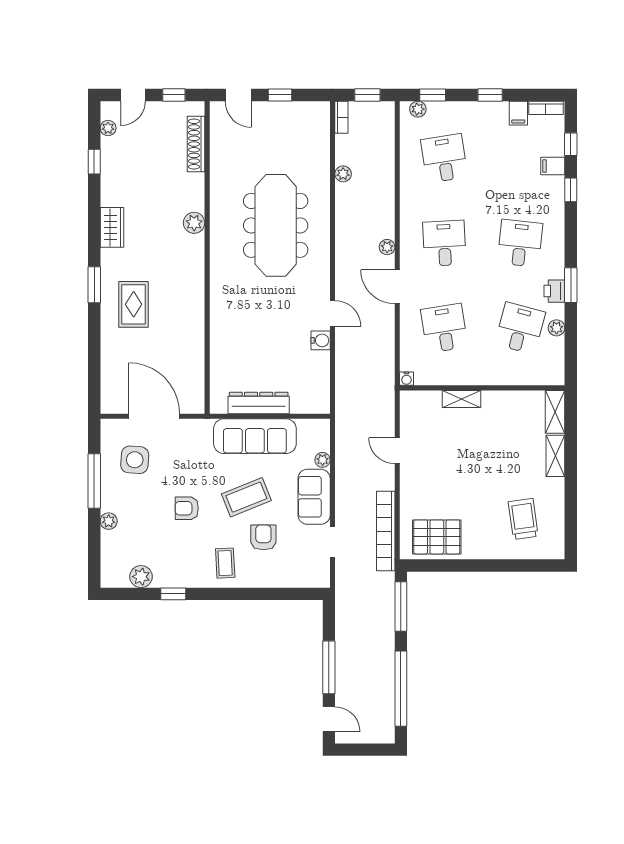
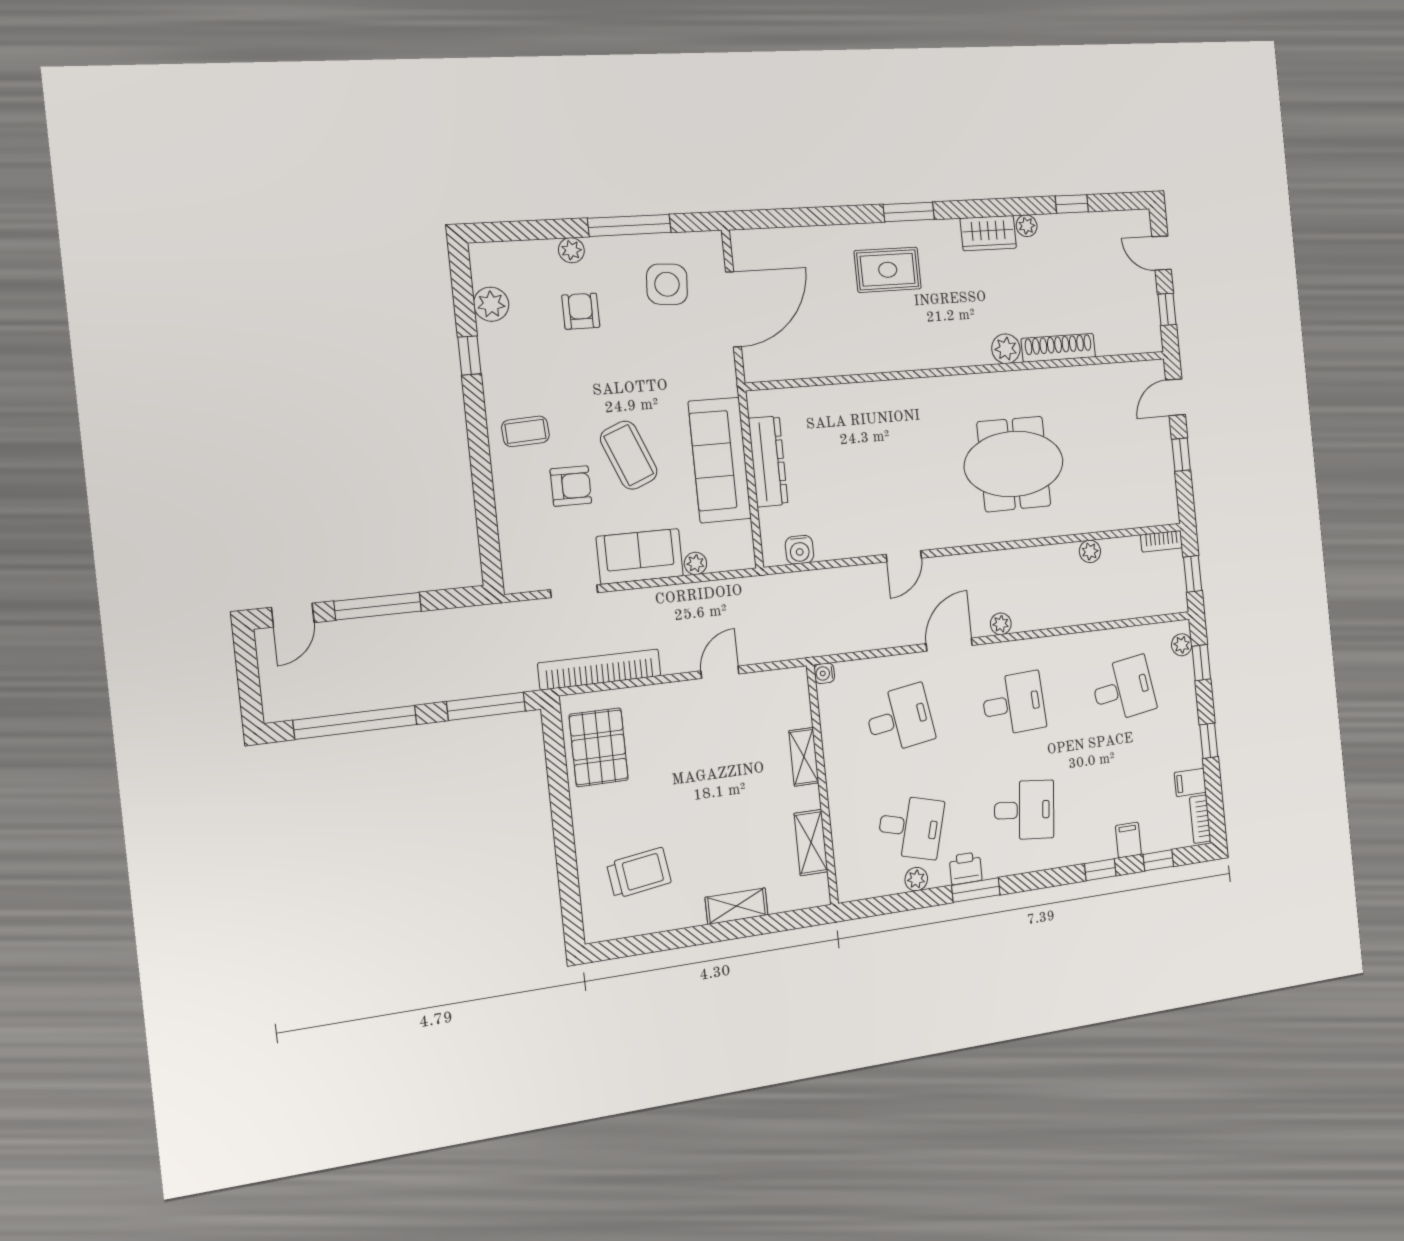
plant: (108, 128) -> (1027, 226), moved
shoe rack: (196, 144) -> (1058, 348), moved
meeting table: (276, 225) -> (1014, 464), width x0.73
water cooler: (321, 340) -> (799, 550), moved
shelving: (555, 412) -> (811, 843), moved, turned 90
armchair: (187, 508) -> (581, 311), moved

